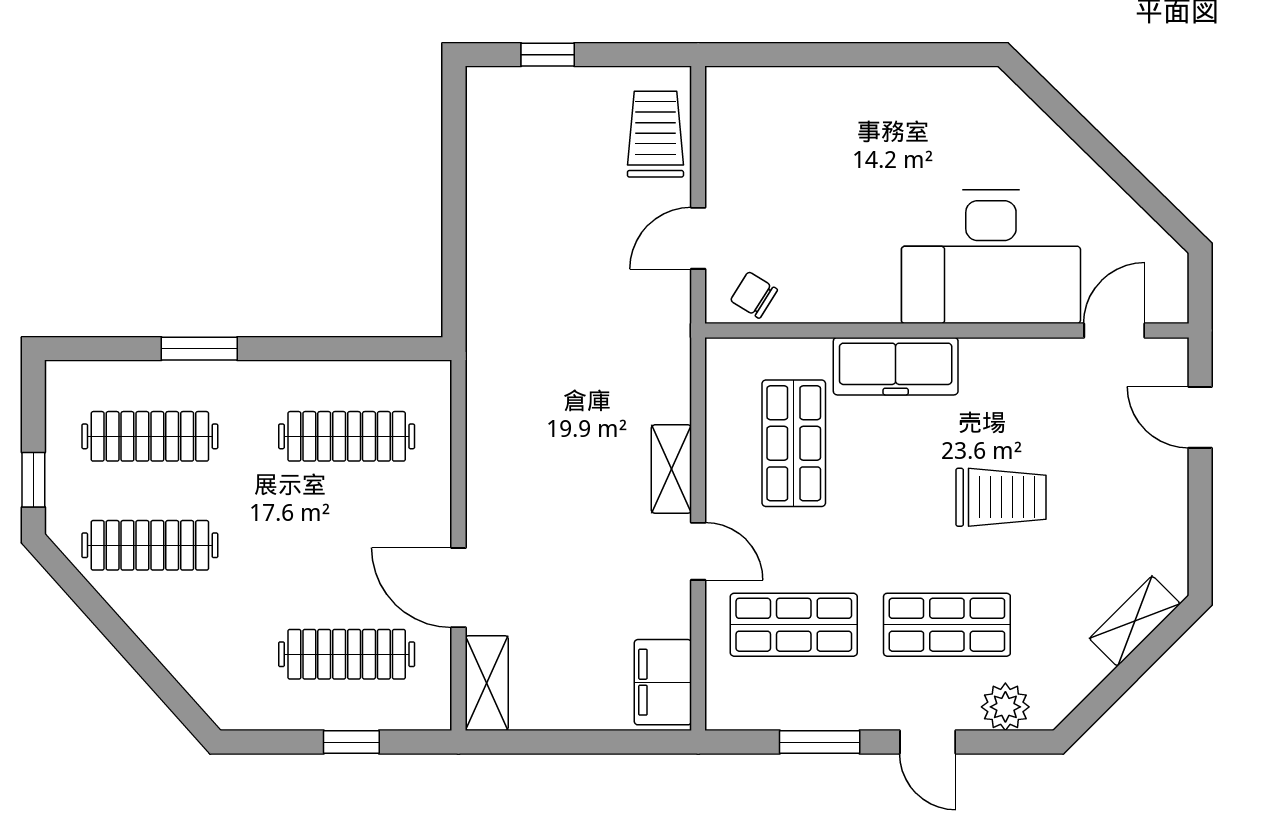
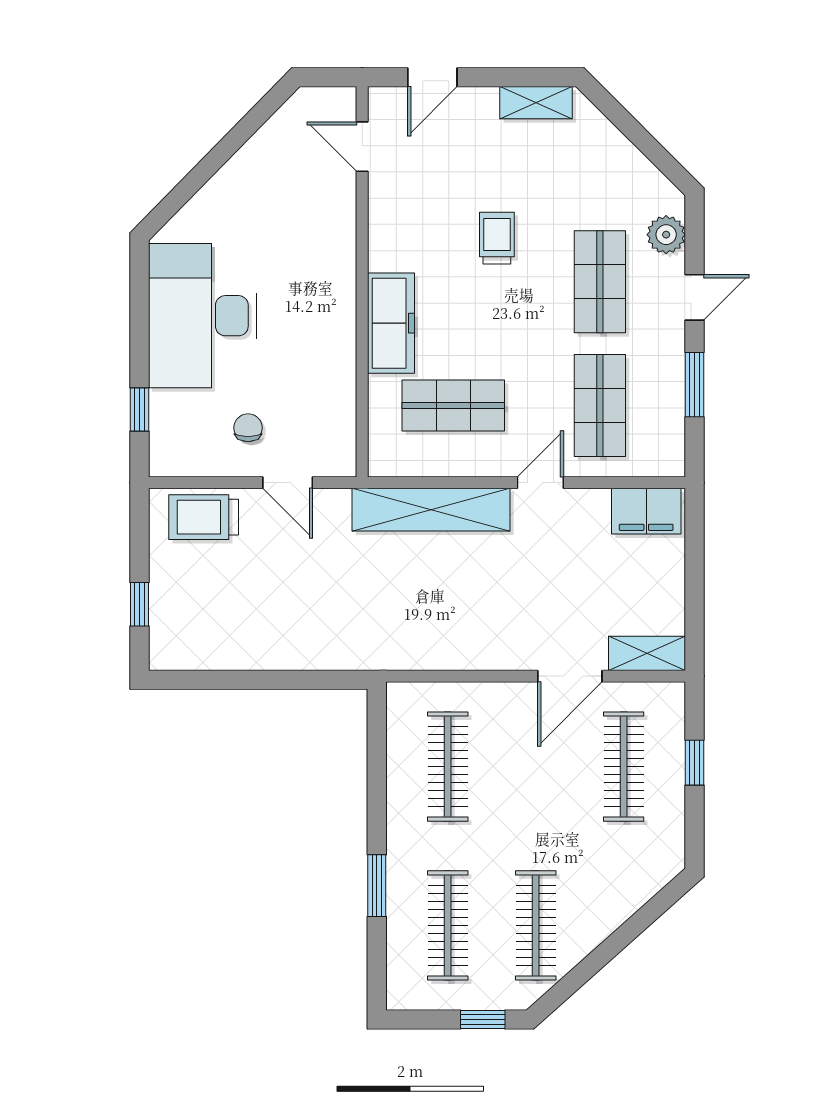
window: (789, 55) -> (139, 410), added
desk: (991, 257) -> (203, 316), moved, turned 180
chair: (754, 295) -> (248, 428), moved, turned 148
shelving: (671, 469) -> (431, 510), width x2.20, depth x1.33
trolley: (1001, 497) -> (497, 238), width x0.73, depth x0.72
shelving: (1135, 621) -> (536, 103), moved, turned -45

